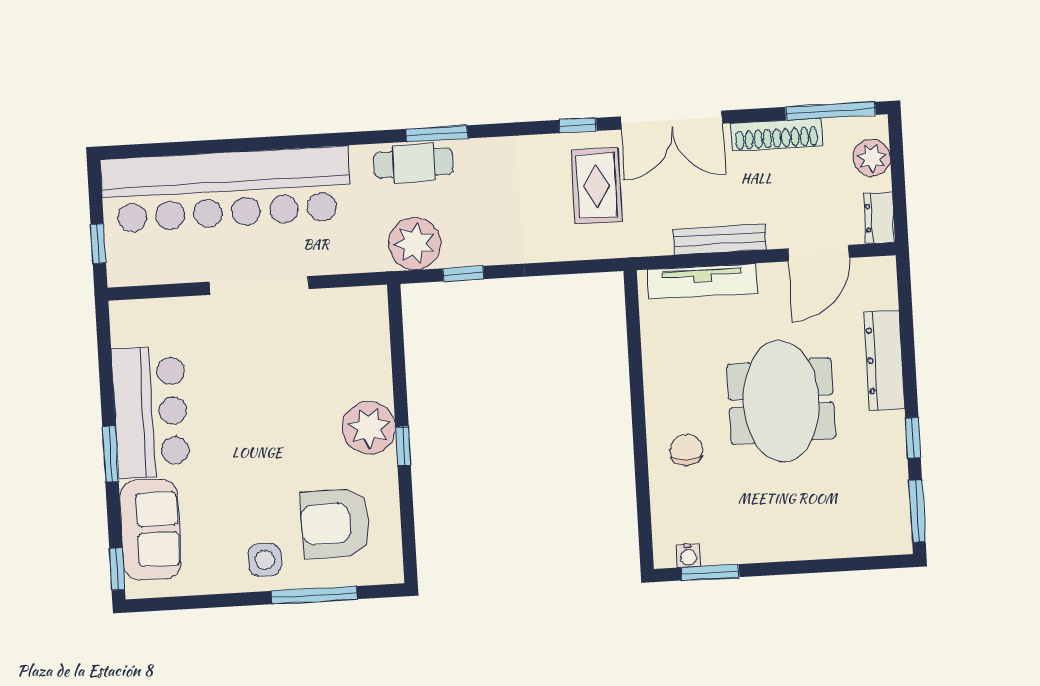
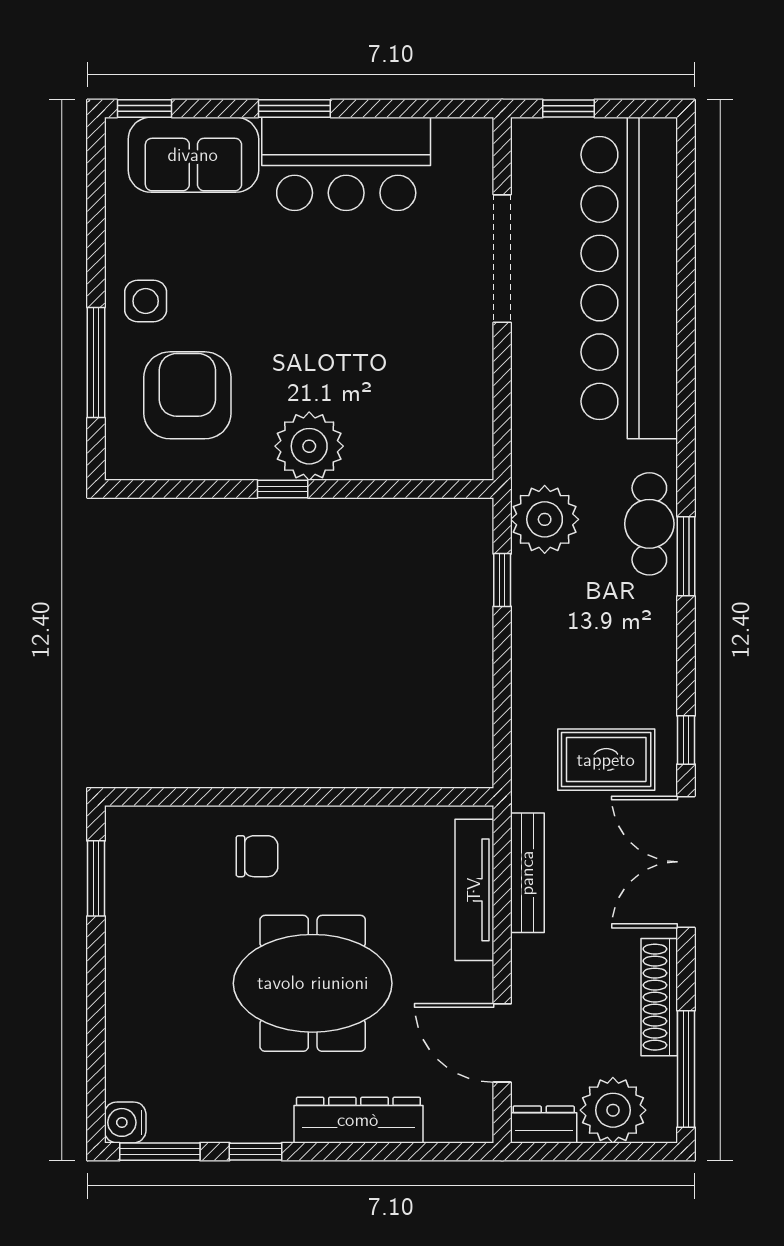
plant: (872, 158) -> (613, 1110), width x1.36, depth x1.36
bench: (720, 239) -> (527, 873), moved
doorway: (259, 285) -> (502, 259), moved
water cooler: (688, 555) -> (125, 1122), moved, width x1.38, depth x1.38

